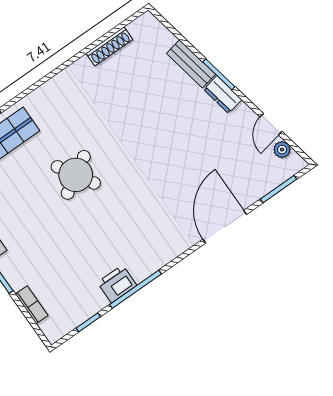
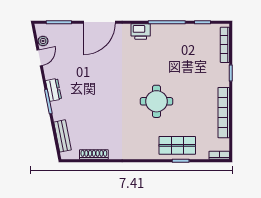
bench: (191, 64) -> (63, 136), moved
round table: (76, 175) -> (156, 101), turned 31
printer: (117, 284) -> (141, 31), moved
bookcase: (32, 305) -> (225, 45), width x1.56

